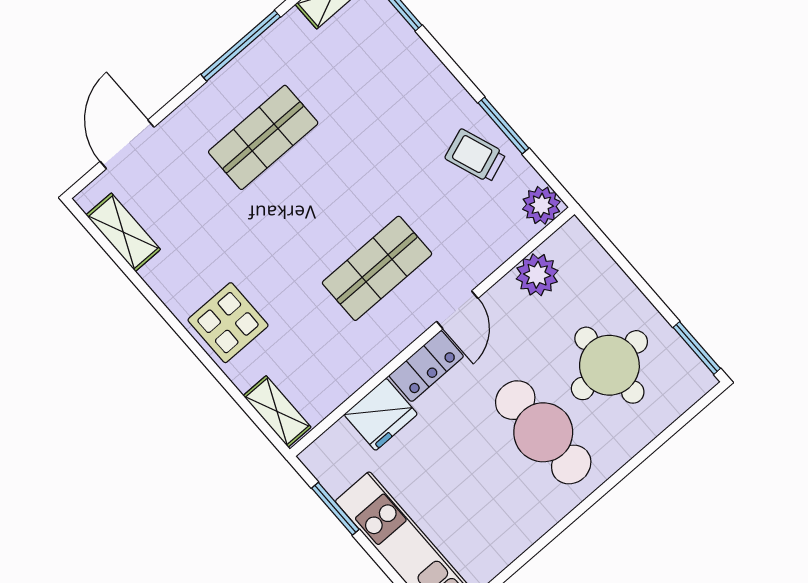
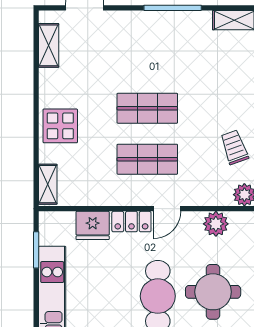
shop shelf: (263, 137) -> (147, 108), moved

